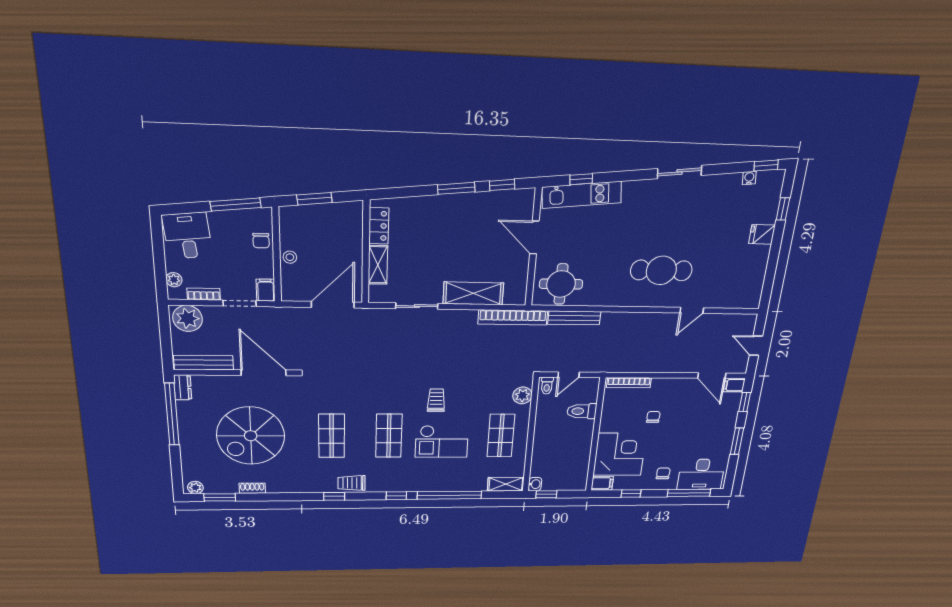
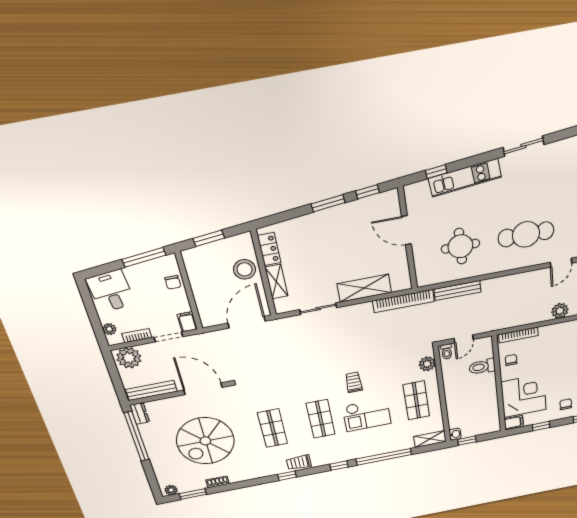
kitchen unit: (582, 195) -> (465, 178), moved
stool: (290, 257) -> (245, 269), moved, width x1.89, depth x1.89
round table: (561, 284) -> (460, 246), moved
plant: (679, 364) -> (560, 311), added
chair: (653, 417) -> (511, 360), moved

